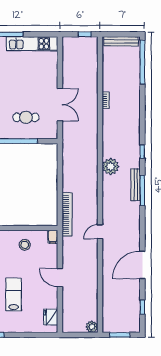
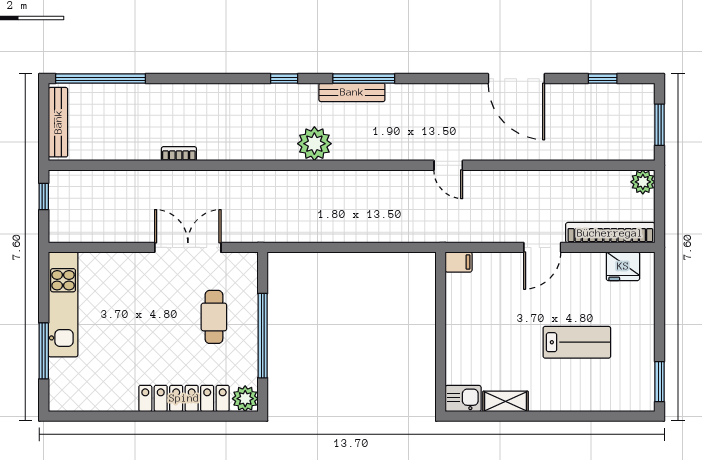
bookcase: (67, 214) -> (610, 233), moved
stool: (25, 245) -> (475, 319), removed
lab bench: (14, 295) -> (577, 342), turned 180

